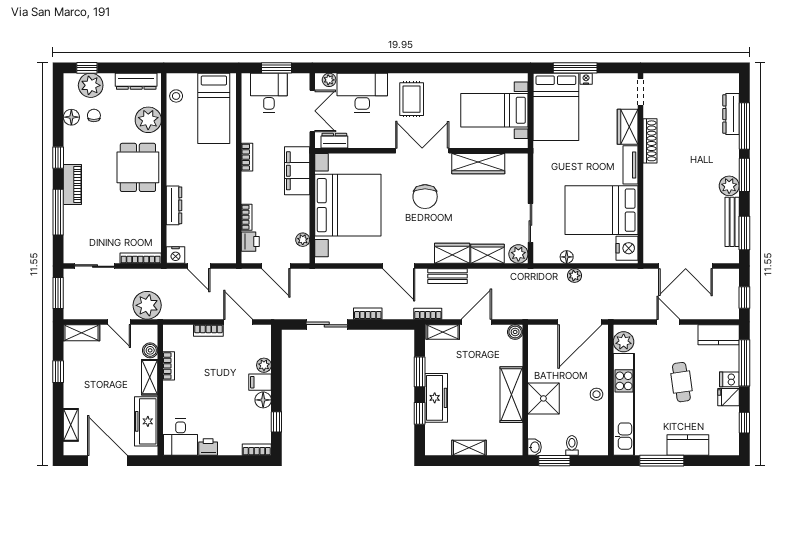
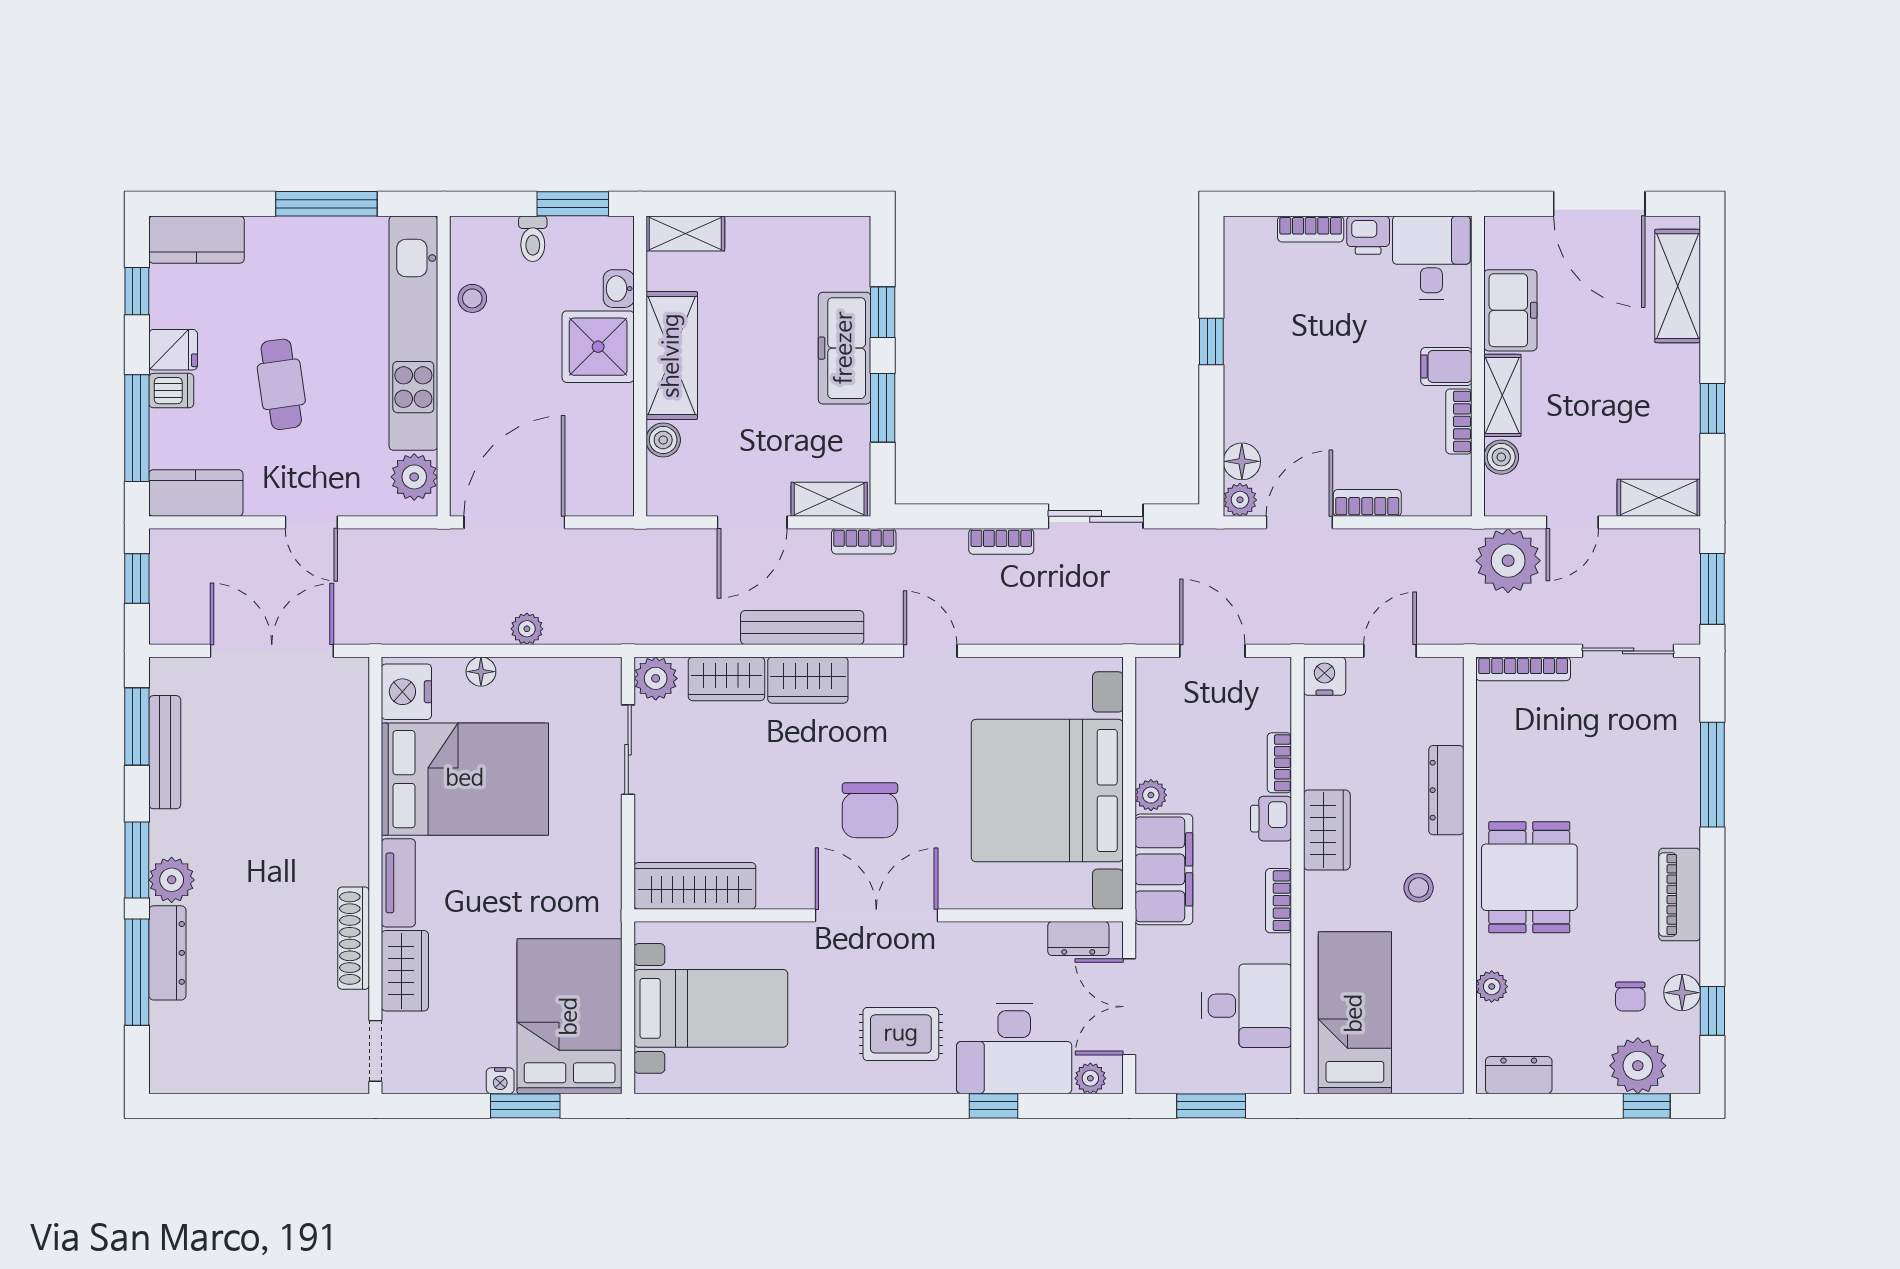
window: (371, 68) -> (993, 1106), added
window: (575, 68) -> (525, 1106), width x0.69
dresser: (136, 81) -> (1519, 1075), width x0.70
desk: (269, 93) -> (1246, 1006), moved, turned -90
stool: (176, 96) -> (1419, 888), moved
rug: (412, 99) -> (901, 1034), turned 90
dresser: (731, 114) -> (167, 953), moved
plant: (148, 120) -> (1492, 987), width x0.53, depth x0.53
double door: (422, 151) -> (876, 915), swing flipped
window: (58, 158) -> (1712, 1011), moved
wardrobe: (478, 164) -> (695, 886), moved
piano: (72, 185) -> (1680, 894), moved
plant: (729, 186) -> (172, 880), moved
wardrobe: (226, 188) -> (1327, 830), added
chair: (425, 197) -> (870, 810), turned 180
plant: (303, 240) -> (1151, 795), moved
printer: (250, 242) -> (1271, 819), moved
nightstand: (176, 255) -> (1325, 676), moved
floor lamp: (567, 257) -> (481, 672), moved
door: (199, 266) -> (1390, 651), hinge flipped
door: (399, 266) -> (930, 651), width x0.73
bench: (447, 276) -> (802, 628), width x1.36
door: (119, 322) -> (1572, 522), swing flipped
door: (238, 322) -> (1299, 522), swing flipped
boiler: (515, 332) -> (663, 440), moved
plant: (264, 365) -> (1240, 500), moved
filing cabinet: (260, 382) -> (1446, 366), moved, turned 180
stool: (596, 394) -> (472, 298), moved
floor lamp: (263, 400) -> (1242, 461), moved
freezer: (146, 421) -> (1510, 310), width x0.71
window: (276, 422) -> (1211, 342), moved
shelving: (71, 425) -> (1678, 286), width x1.50, depth x1.33
kitchen counter: (688, 445) -> (197, 240), moved
washbasin: (534, 447) -> (619, 289), moved
shelving: (469, 448) -> (685, 233), moved
bookcase: (257, 450) -> (1311, 229), moved

